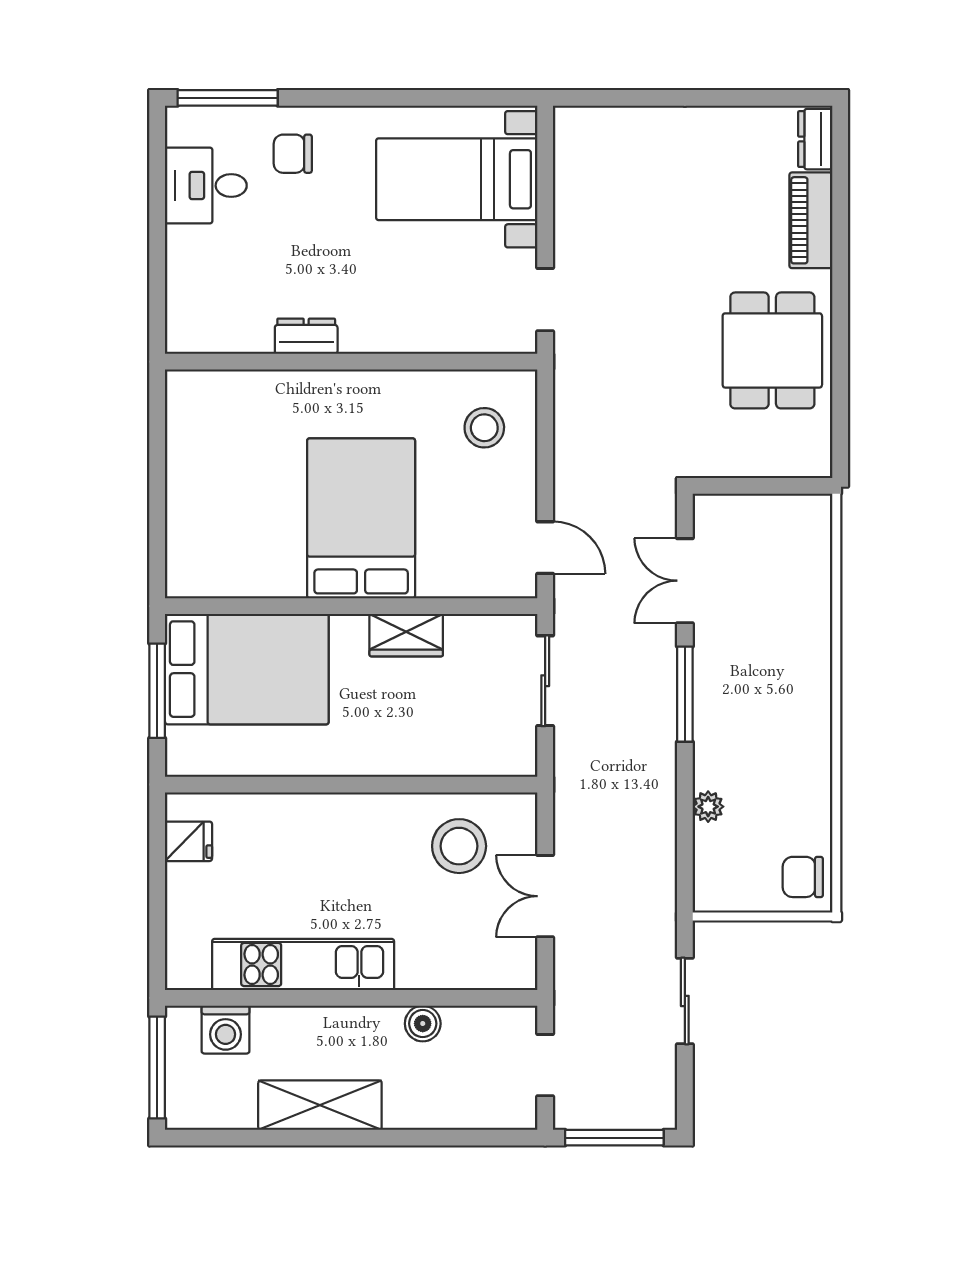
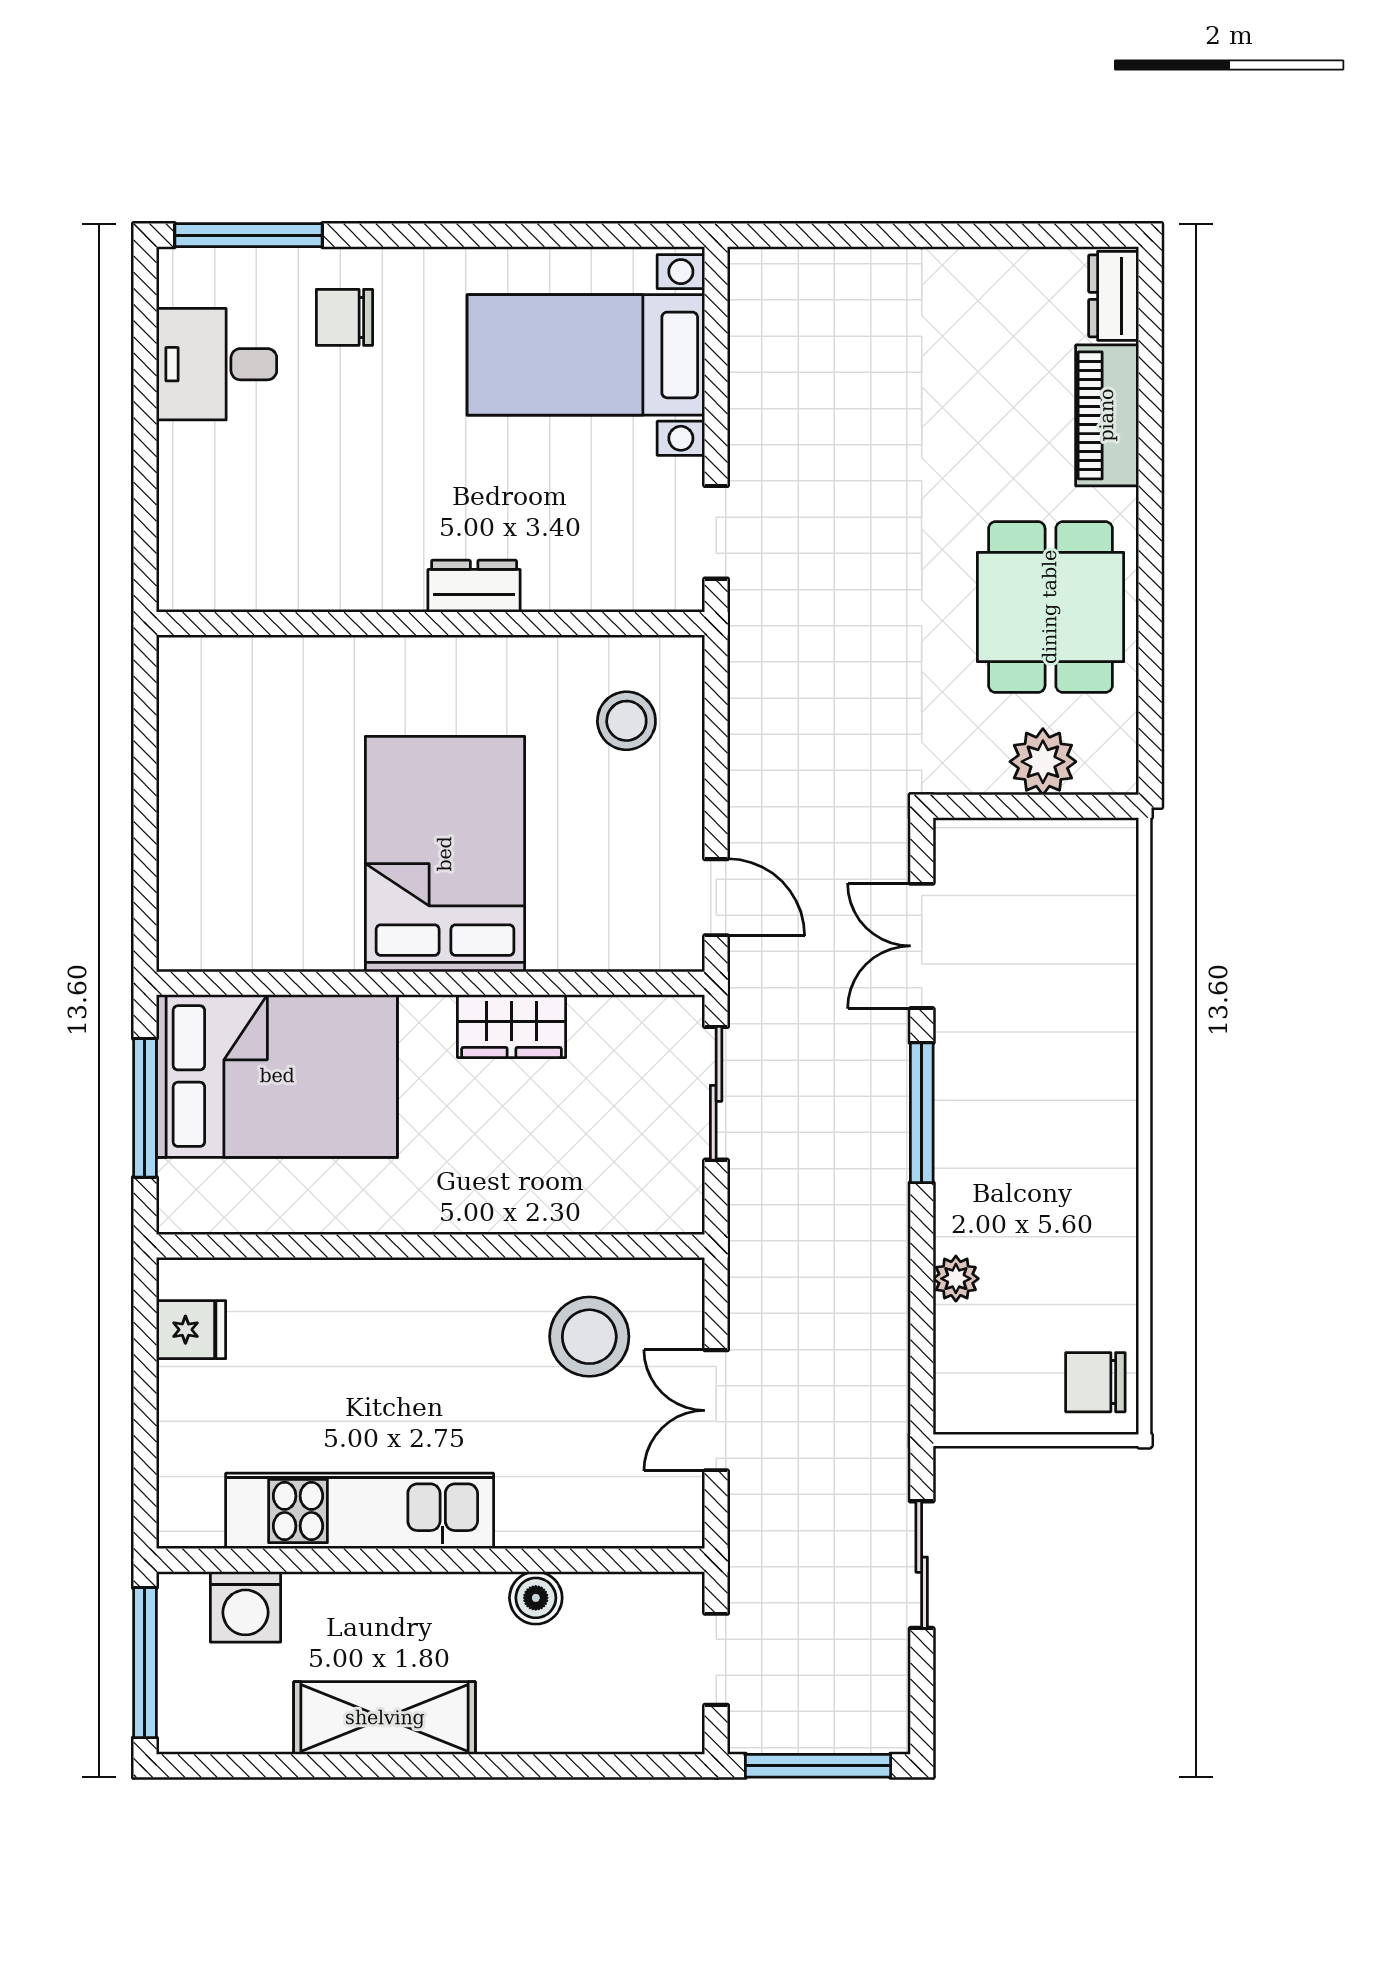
dresser: (306, 336) -> (474, 586), moved
plant: (767, 455) -> (1043, 762), added

